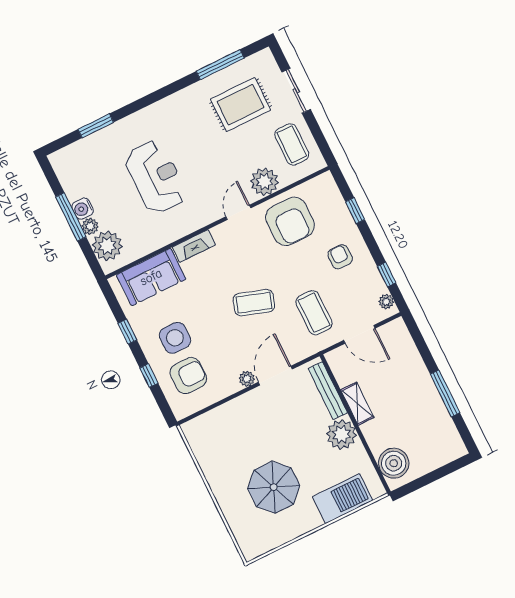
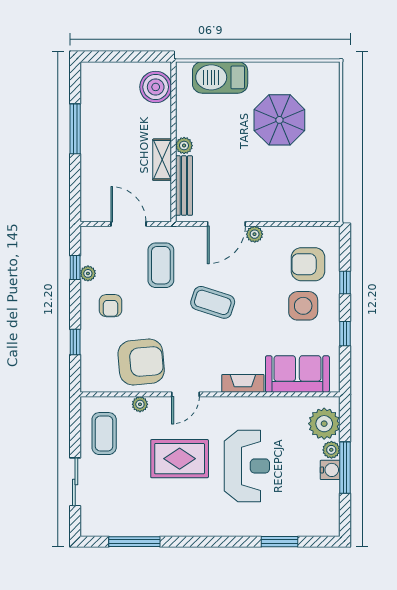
rug: (241, 105) -> (180, 459), moved
reception desk: (156, 177) -> (247, 466), turned 180
plant: (265, 182) -> (140, 404), width x0.53, depth x0.53
armchair: (290, 221) -> (141, 362), turned 85
plant: (386, 302) -> (88, 273), moved
plant: (341, 435) -> (184, 146), width x0.53, depth x0.53

